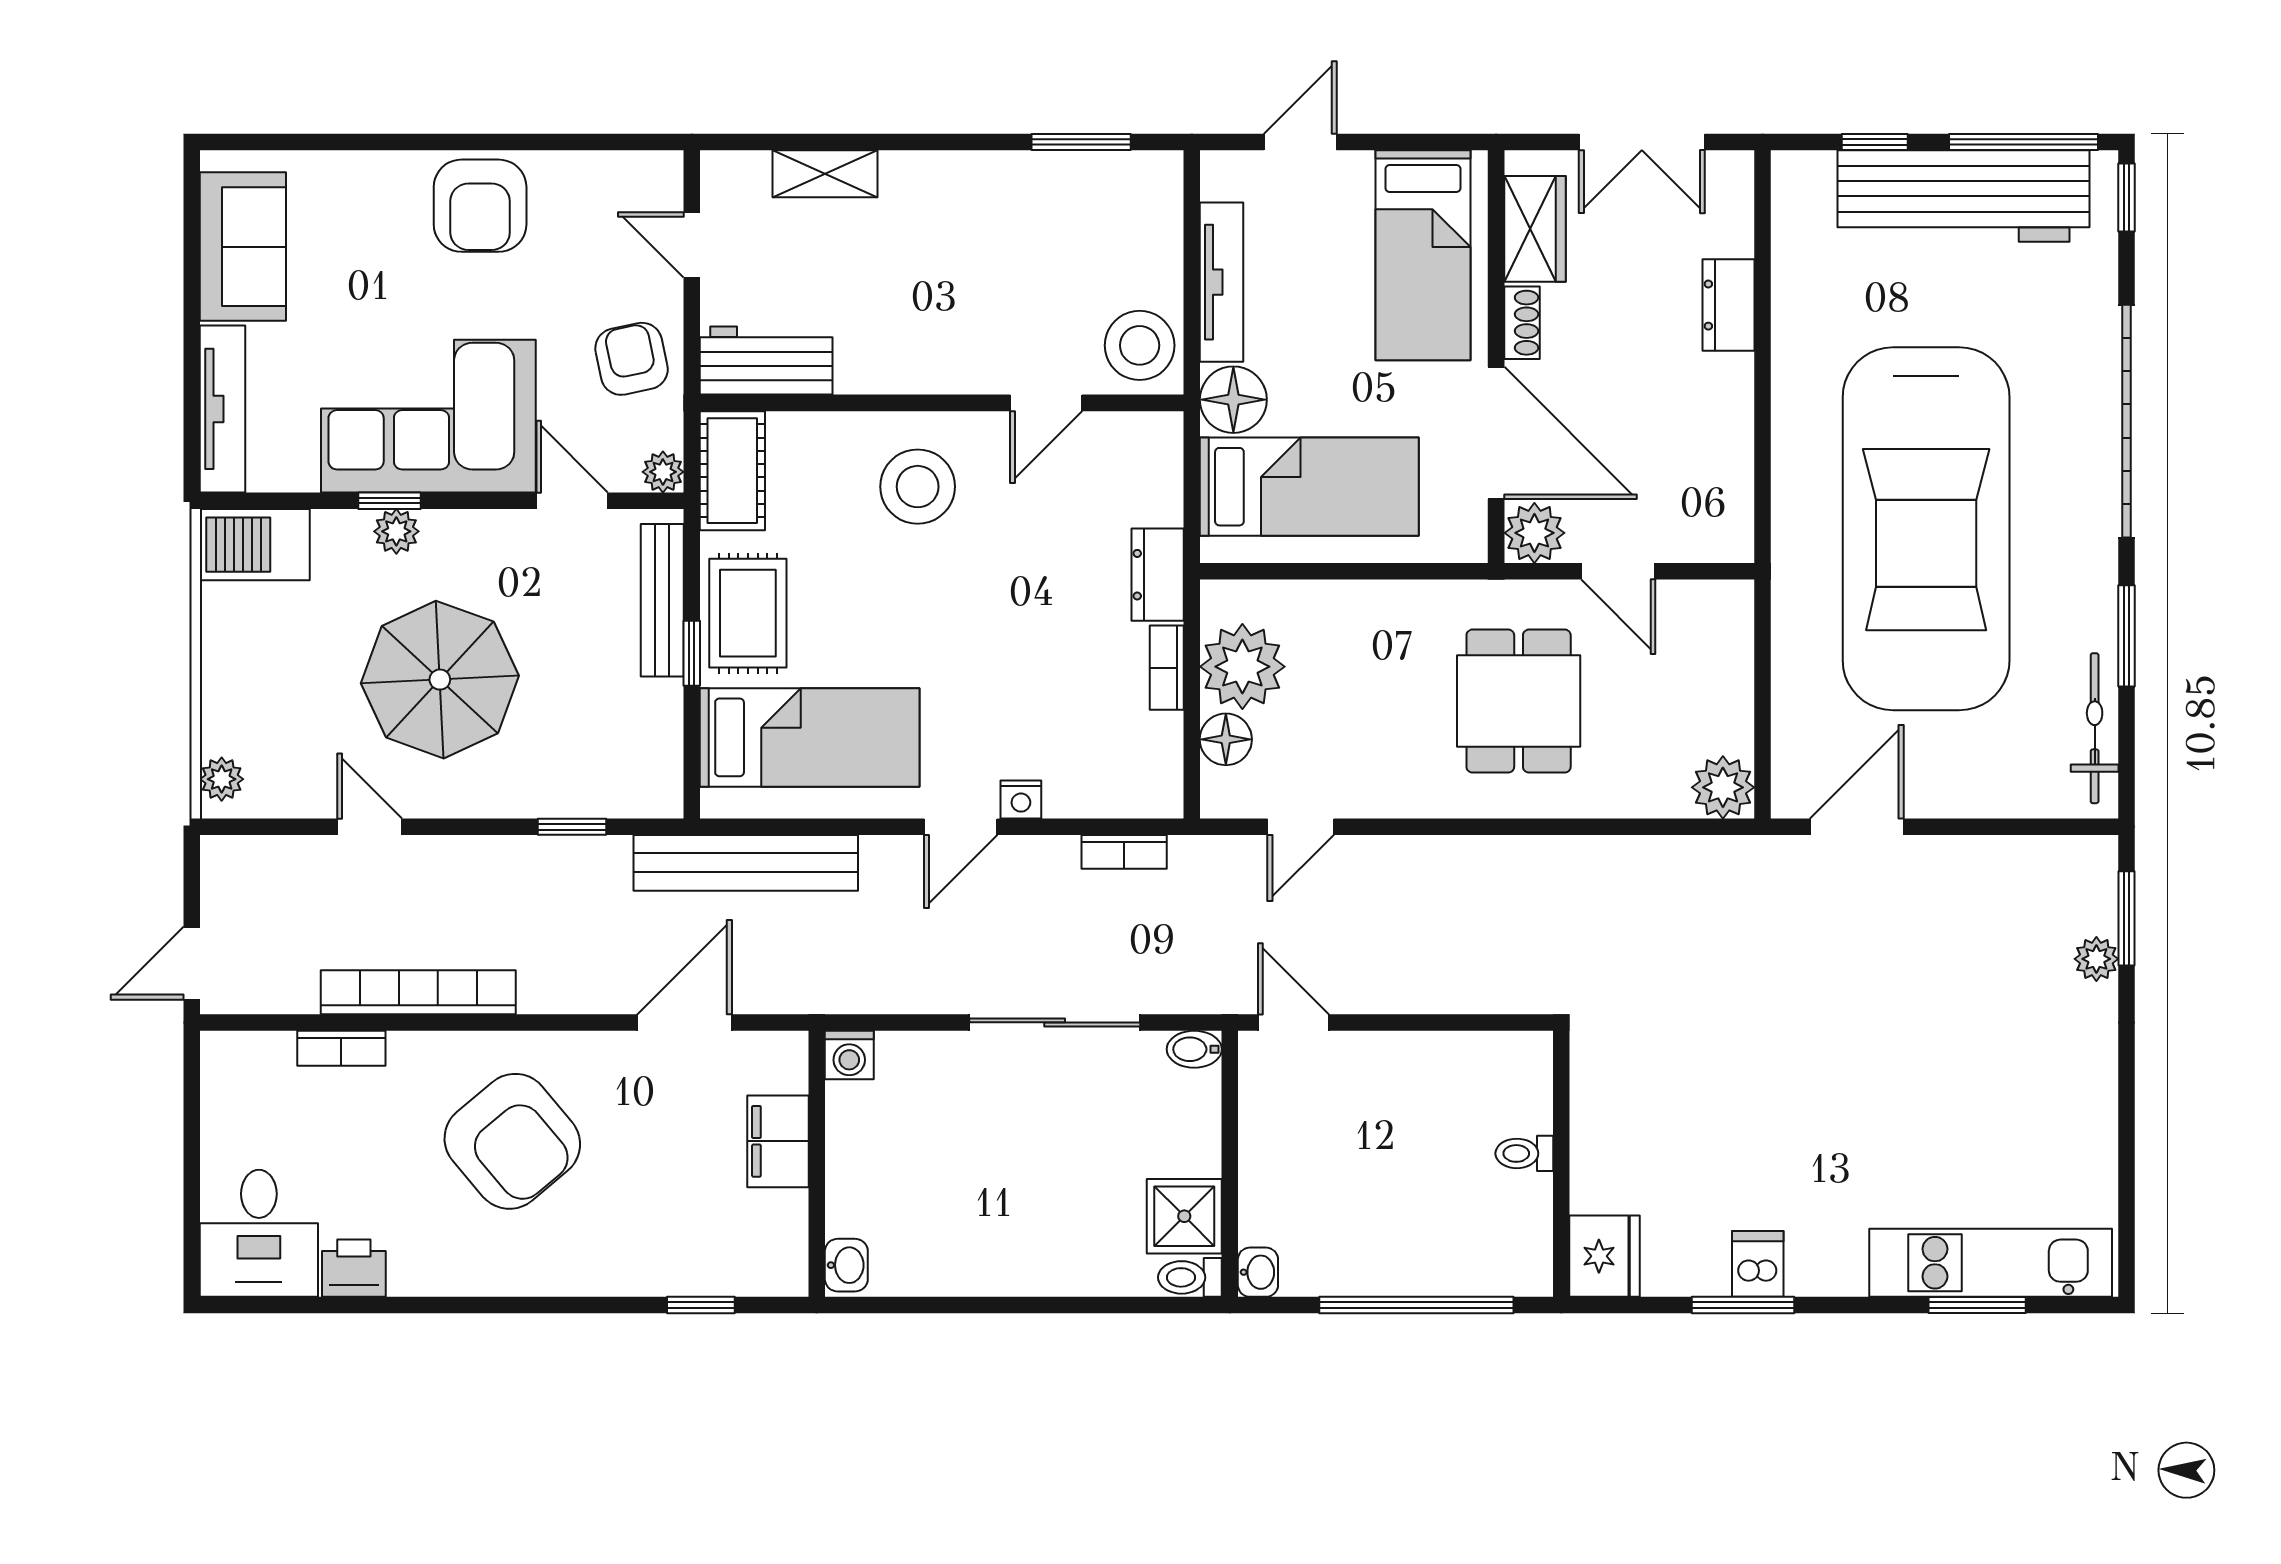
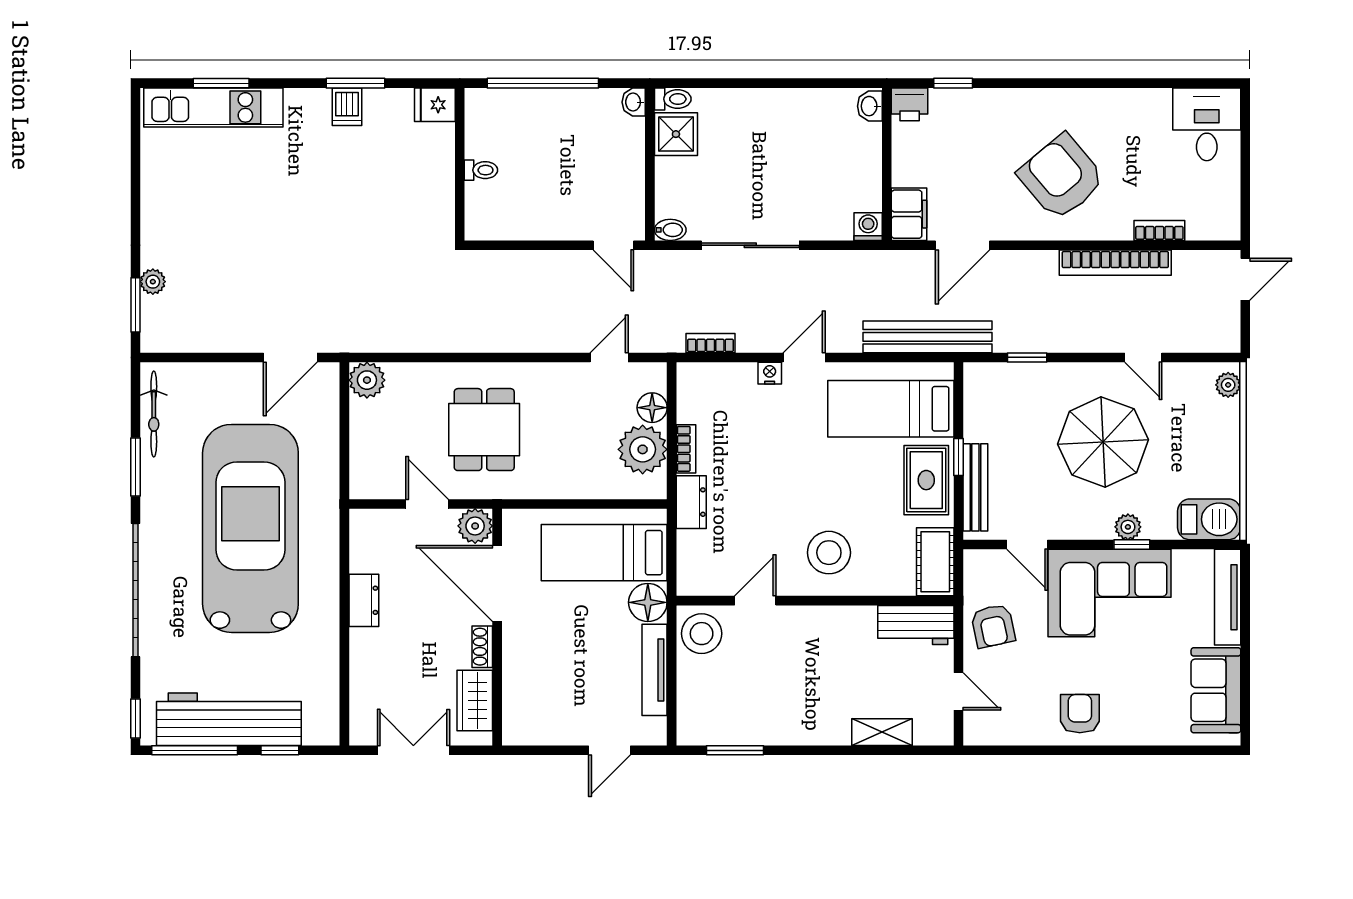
armchair: (480, 206) -> (1080, 714), width x0.72, depth x0.72
bed: (1423, 255) -> (539, 685), removed
dresser: (1728, 305) -> (364, 600), moved
plant: (663, 472) -> (975, 561), removed
filing cabinet: (778, 1141) -> (909, 214), moved
fridge: (1605, 1256) -> (435, 105), width x0.72
printer: (354, 1268) -> (910, 104), moved

